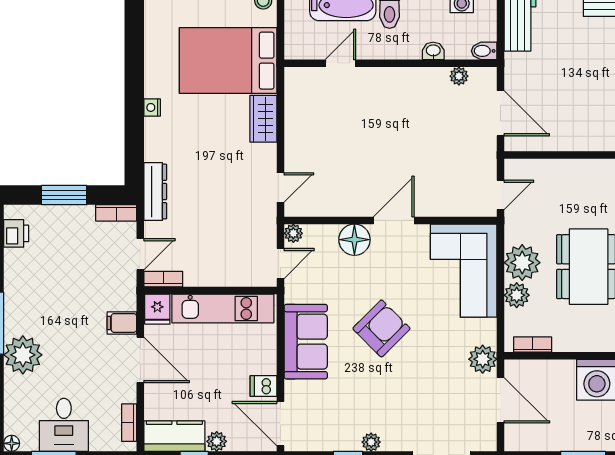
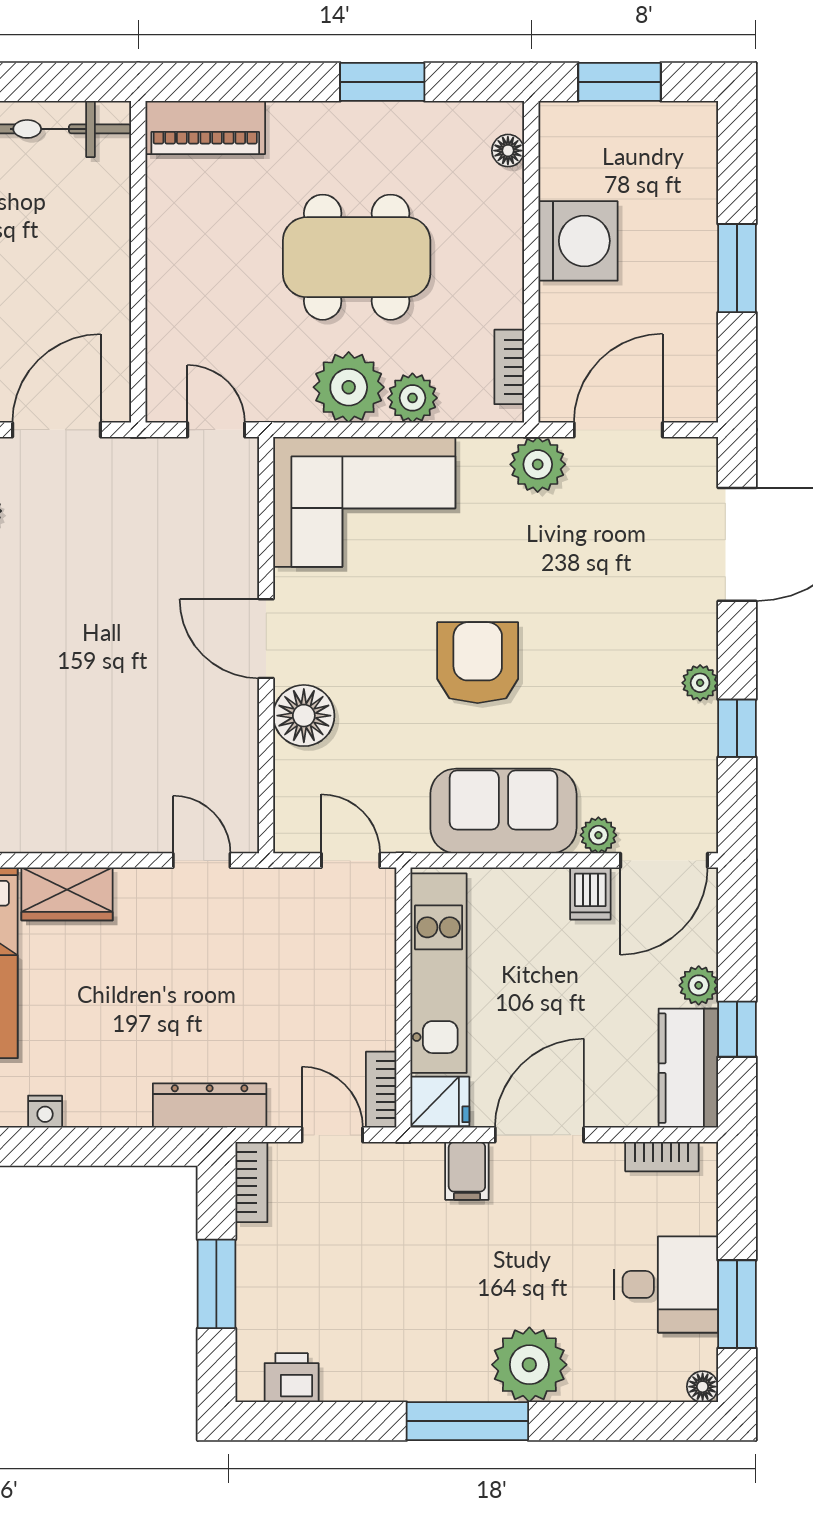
plant: (293, 233) -> (598, 835), moved
armchair: (381, 328) -> (478, 663), turned 45

